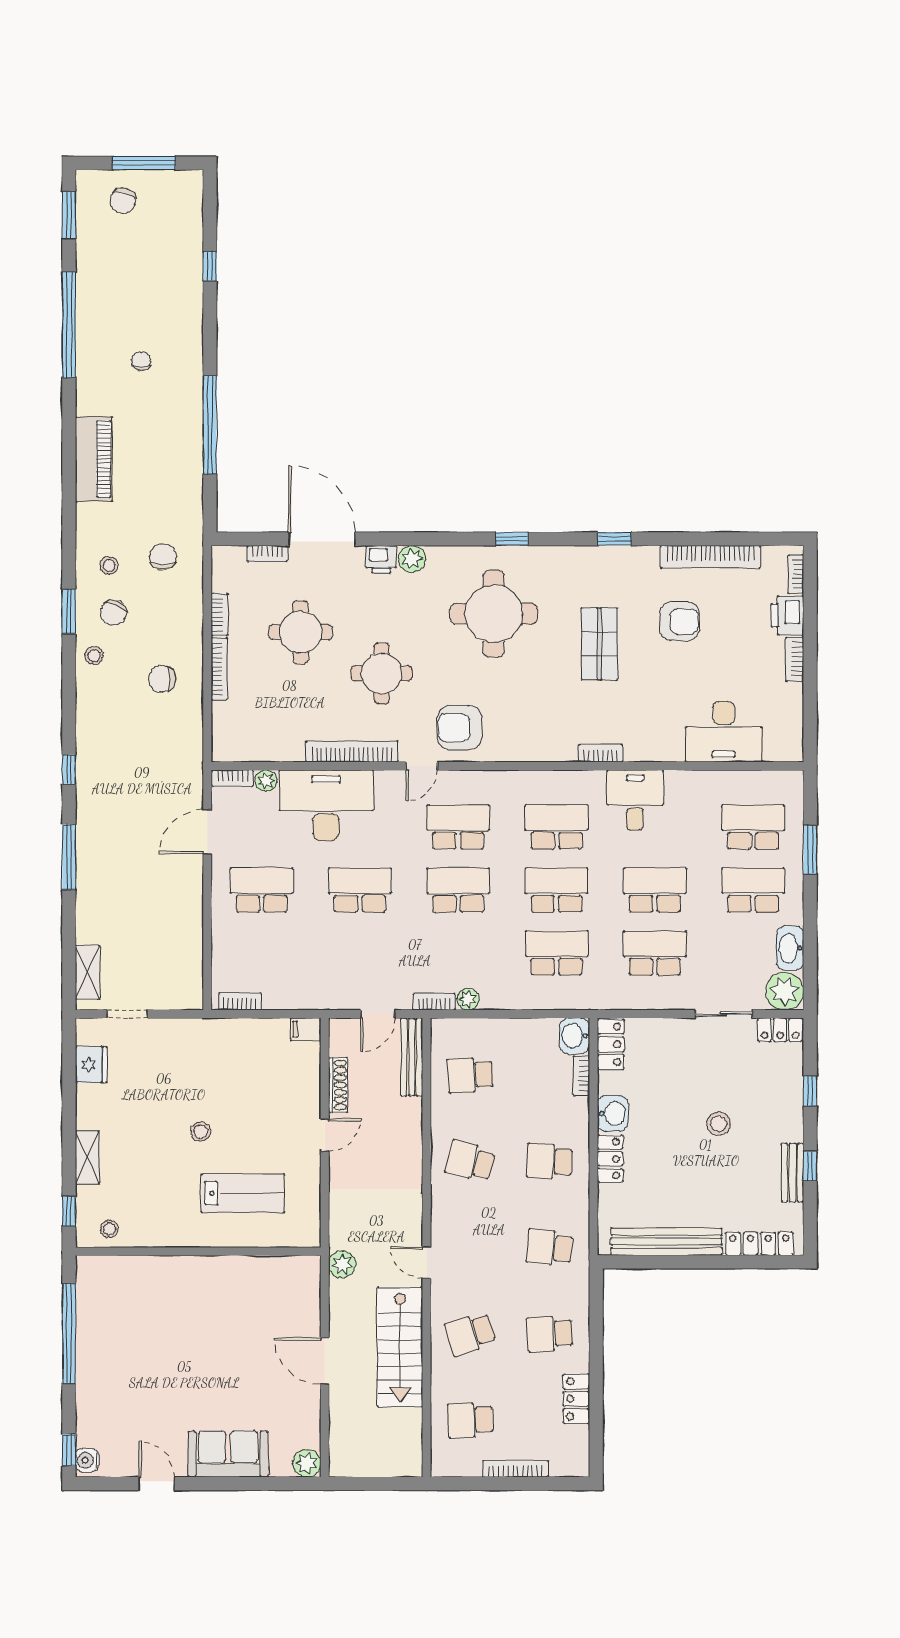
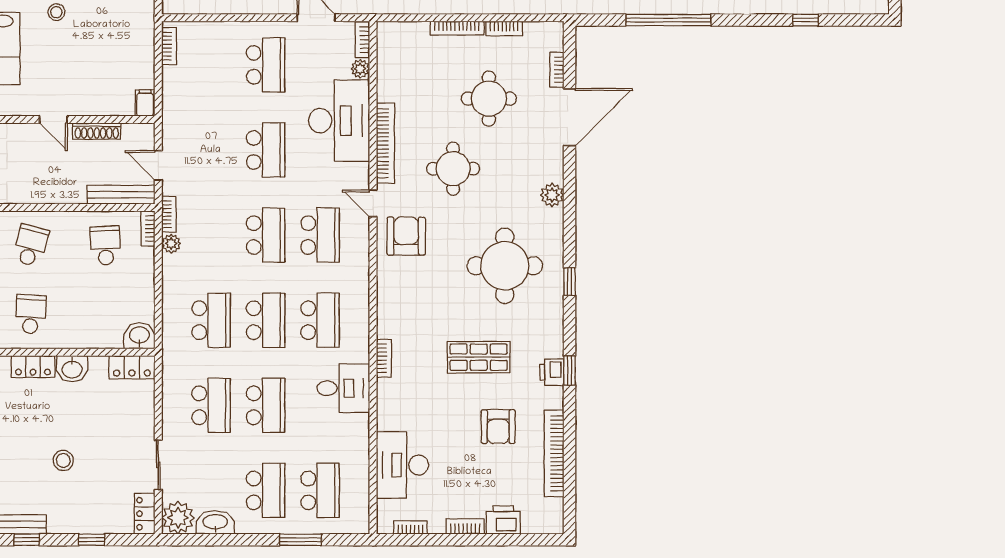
printer: (381, 559) -> (552, 372), moved
bookcase: (796, 574) -> (410, 527), moved
bookcase: (582, 1076) -> (148, 228), moved, turned -90

